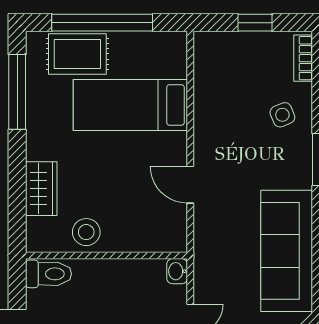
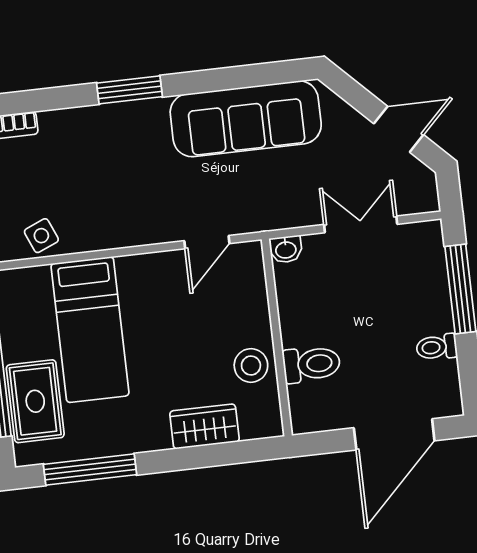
side table: (282, 115) -> (41, 236), moved
door: (190, 185) -> (207, 242), moved
toilet: (48, 274) -> (312, 364), moved, turned 90

